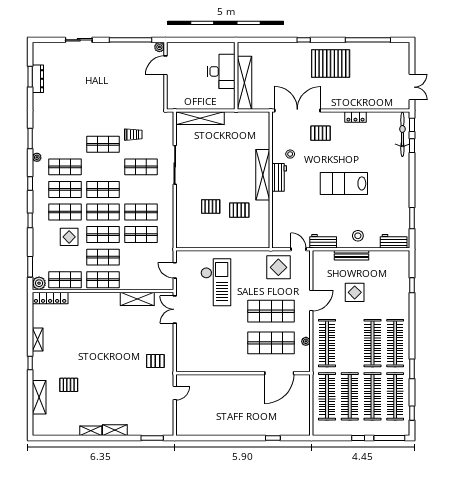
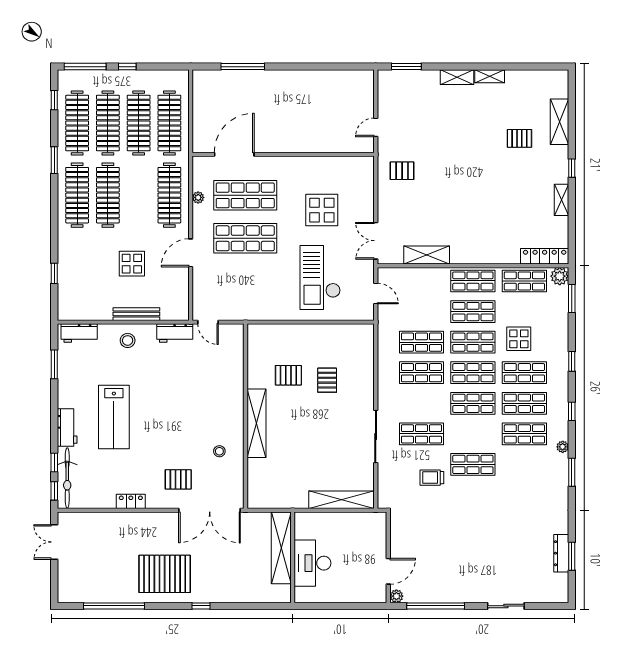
workbench: (279, 177) -> (67, 428), moved, turned 180
lab bench: (344, 183) -> (114, 417), moved, turned 90
pallet: (211, 206) -> (327, 380), turned 90
display table: (278, 267) -> (322, 210), moved
double door: (175, 309) -> (376, 241), swing flipped
window: (273, 438) -> (243, 67), width x2.17

